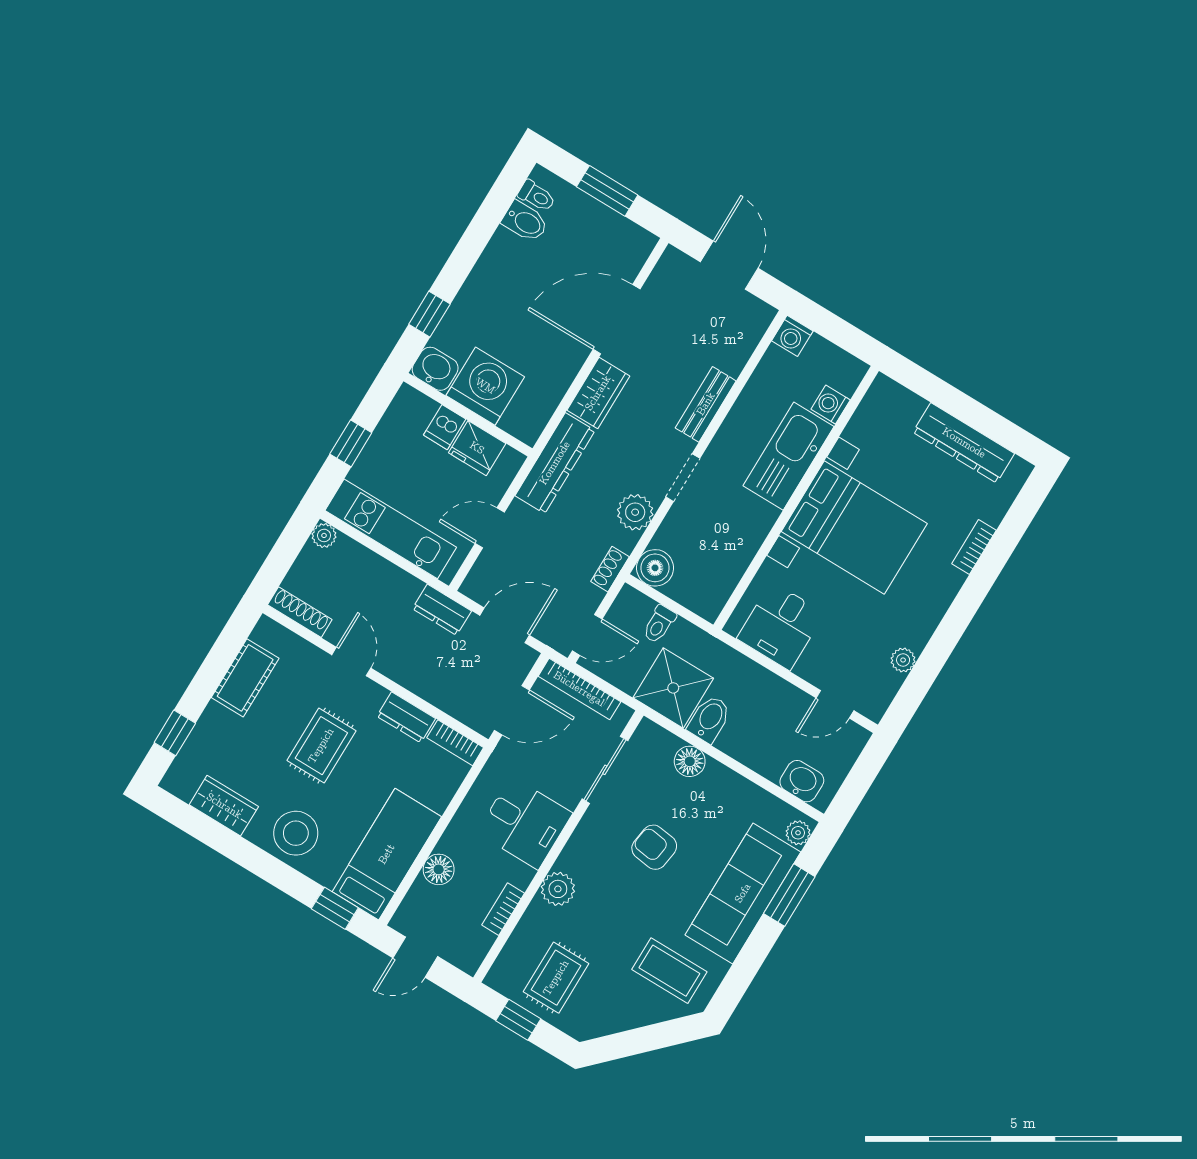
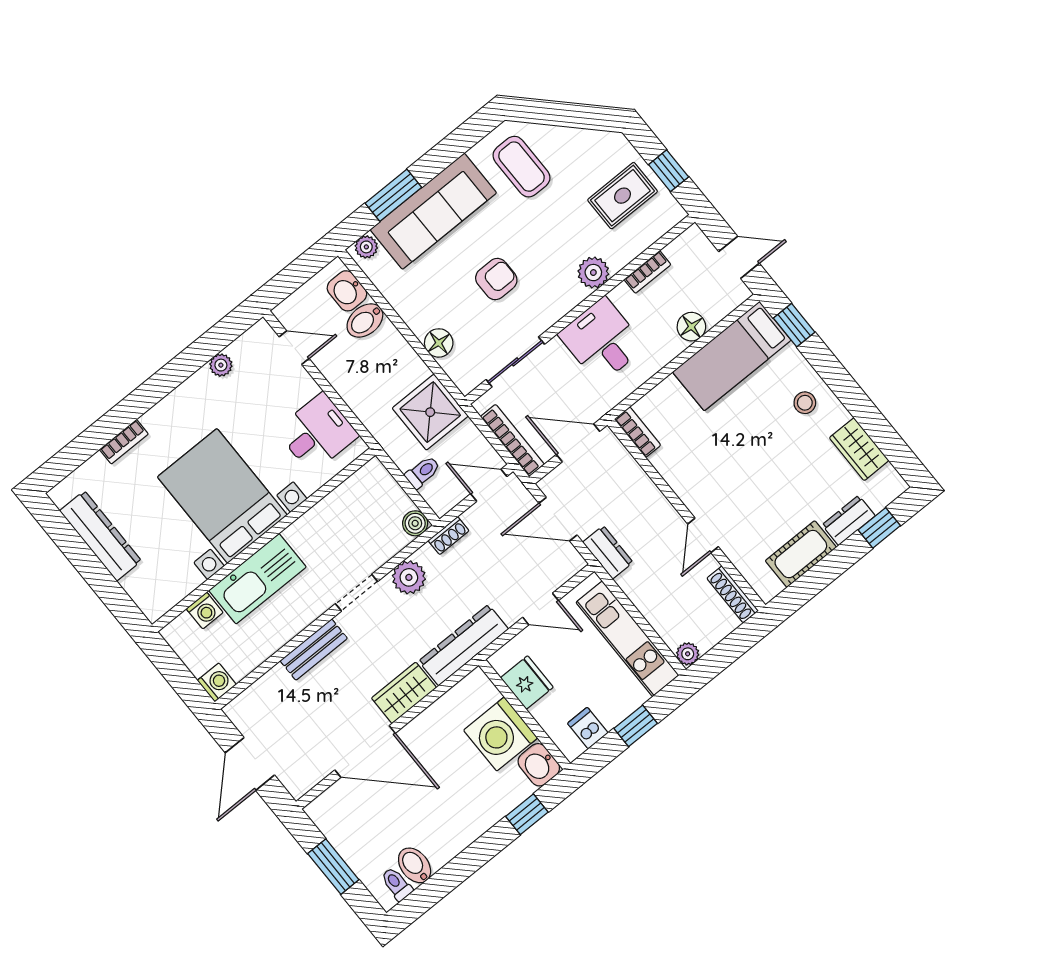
dishwasher: (445, 427) -> (588, 728), moved, turned -90
boiler: (655, 568) -> (415, 523), width x0.73, depth x0.73
dresser: (406, 717) -> (849, 520), moved, turned -90
bidet: (709, 719) -> (365, 321), moved
rug: (321, 746) -> (755, 471), removed
stool: (296, 833) -> (805, 403), width x0.53, depth x0.53
armchair: (654, 847) -> (496, 279), turned -98

